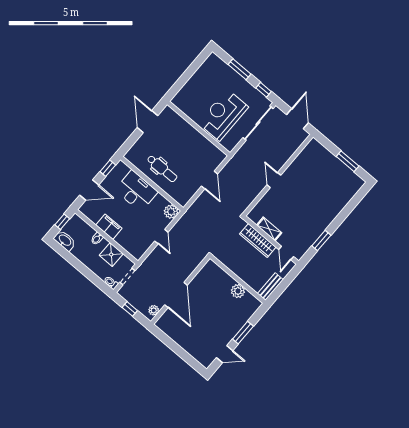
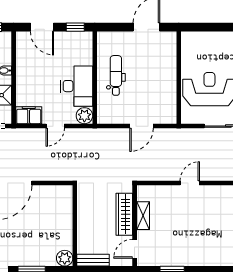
dental chair: (162, 169) -> (116, 75), turned 180
desk: (136, 191) -> (77, 86), moved
filing cabinet: (109, 227) -> (29, 115), moved, turned -90
plant: (238, 291) -> (65, 258), moved

